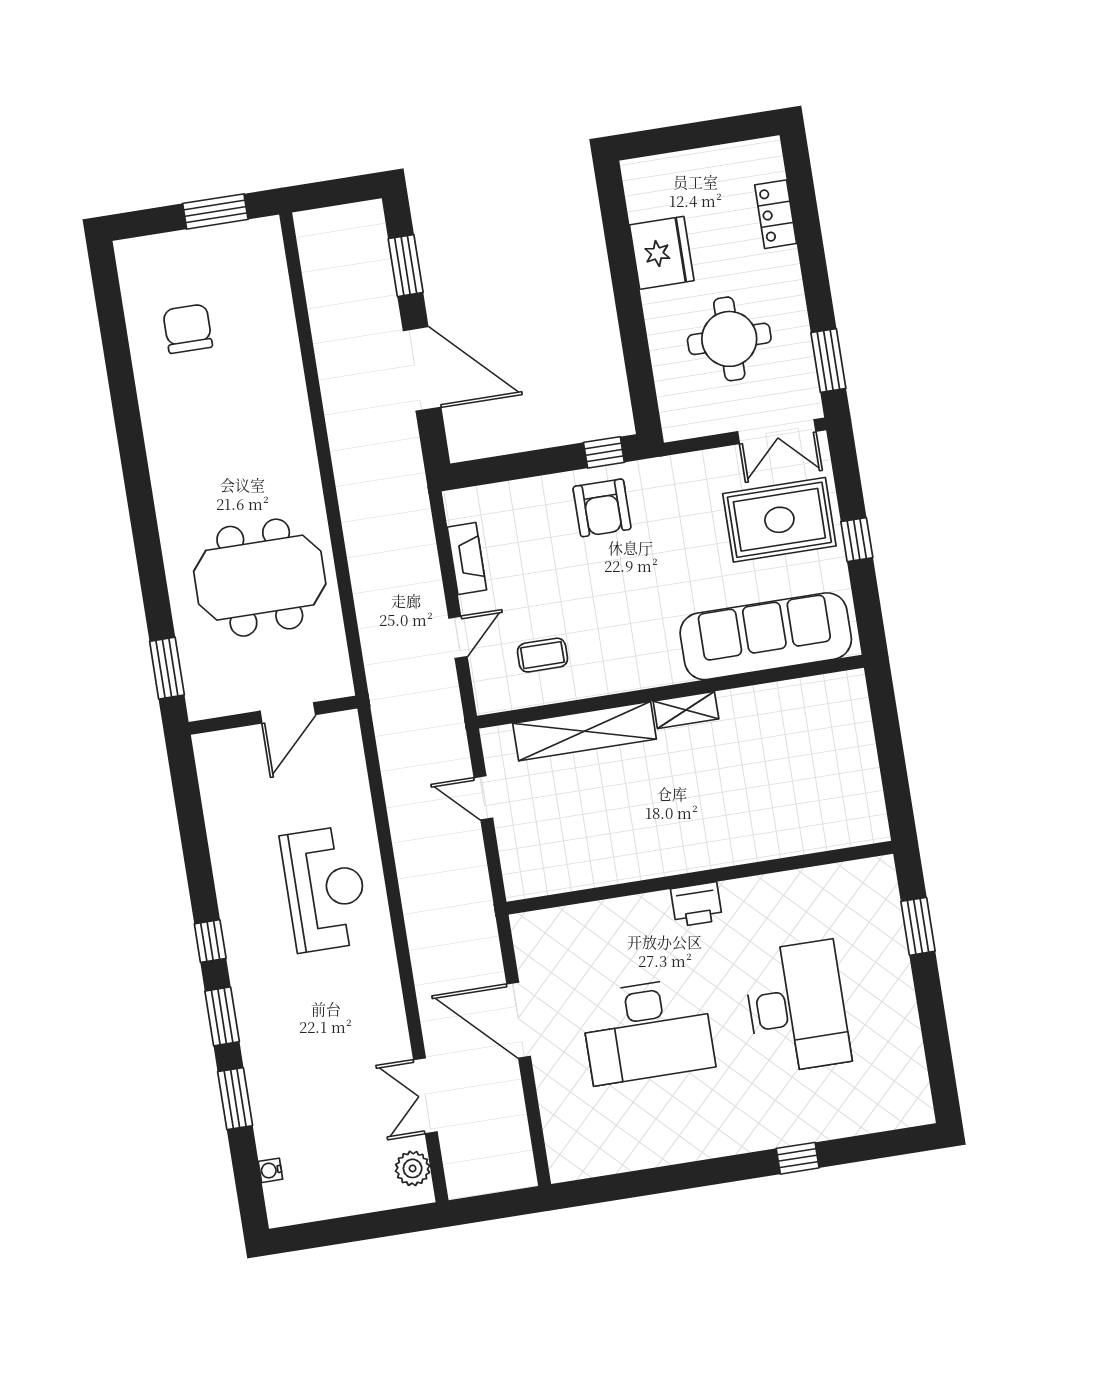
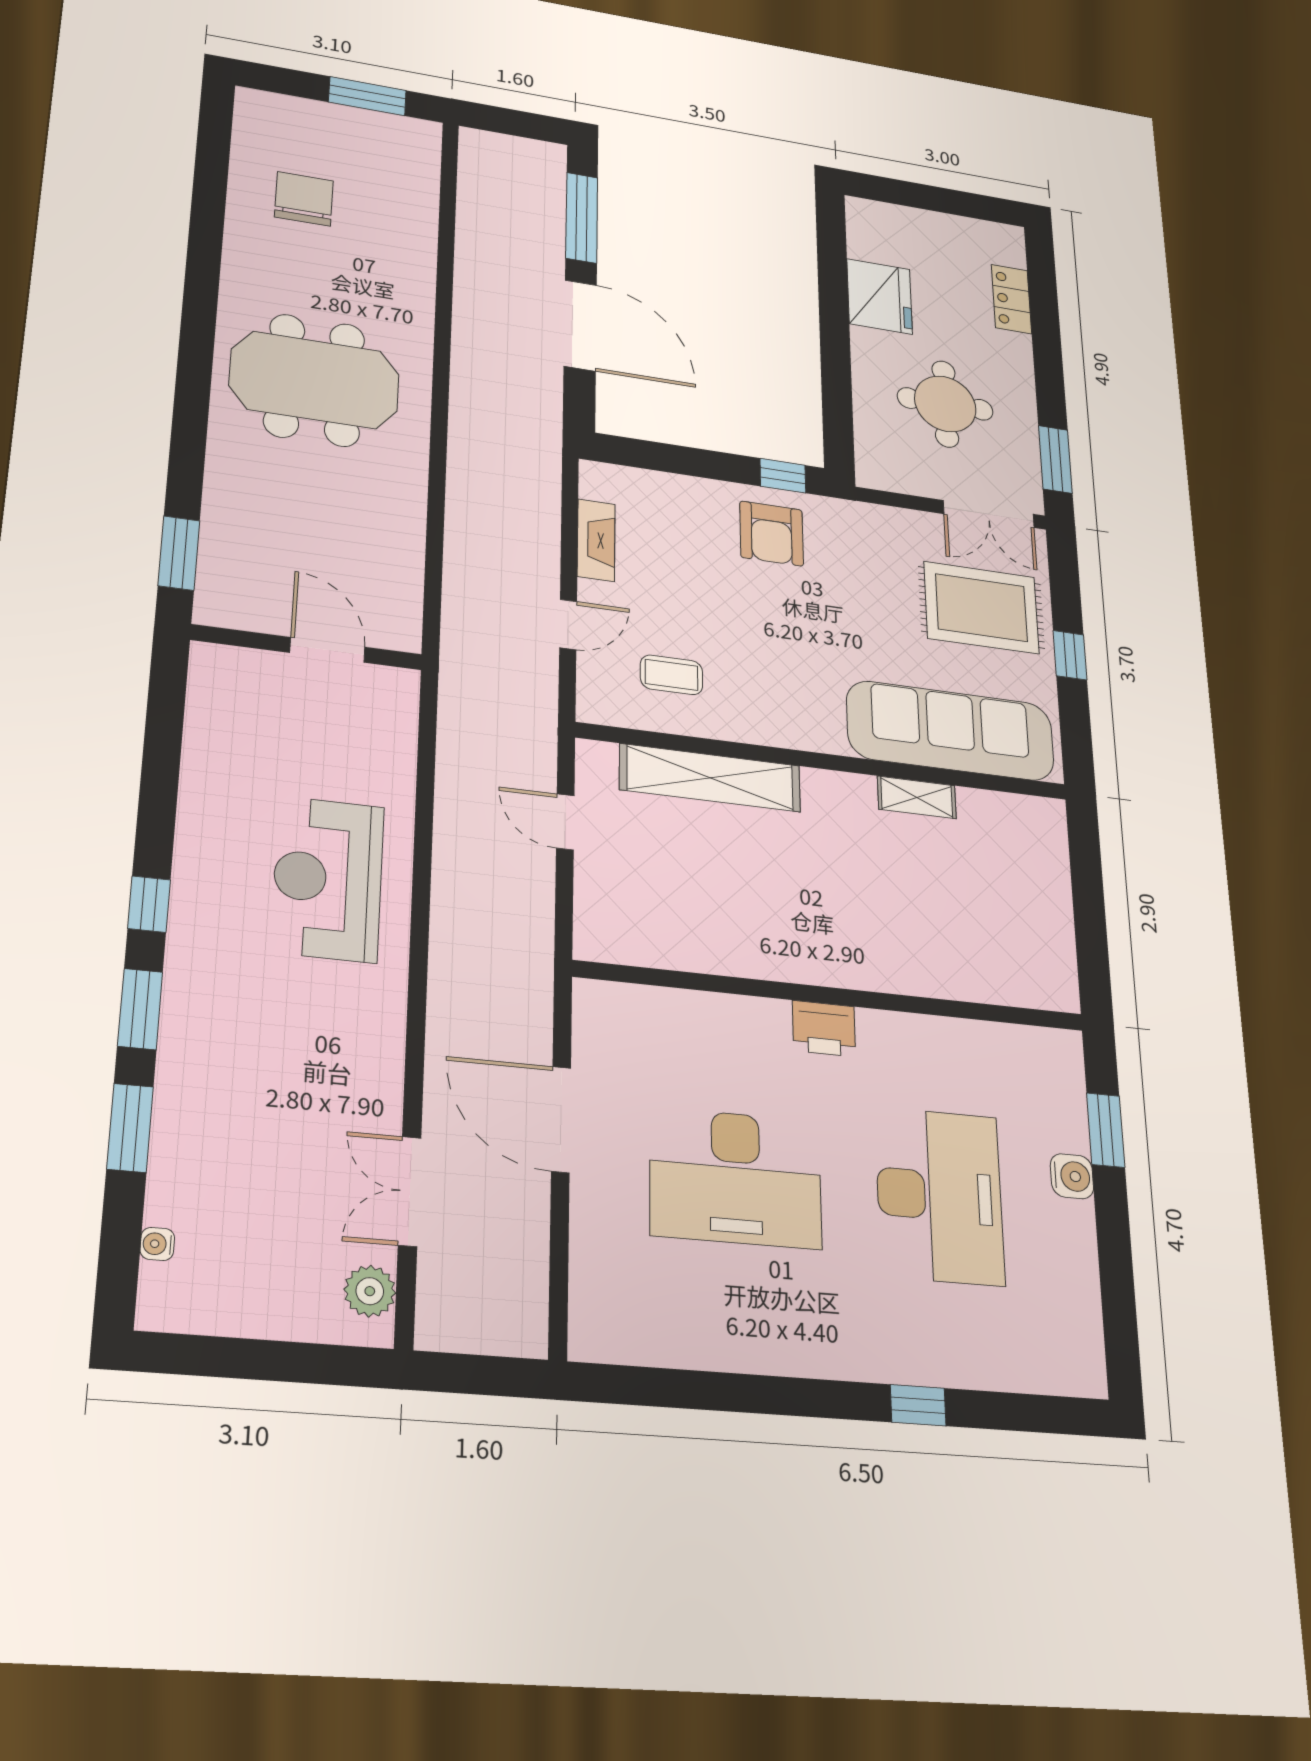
window: (406, 266) -> (582, 218), width x1.44
meeting table: (260, 578) -> (314, 380), moved
shelving: (686, 710) -> (917, 797), moved
door: (288, 713) -> (327, 650), swing flipped
reception desk: (325, 889) -> (328, 879), turned 180
water cooler: (895, 968) -> (1072, 1176), added

